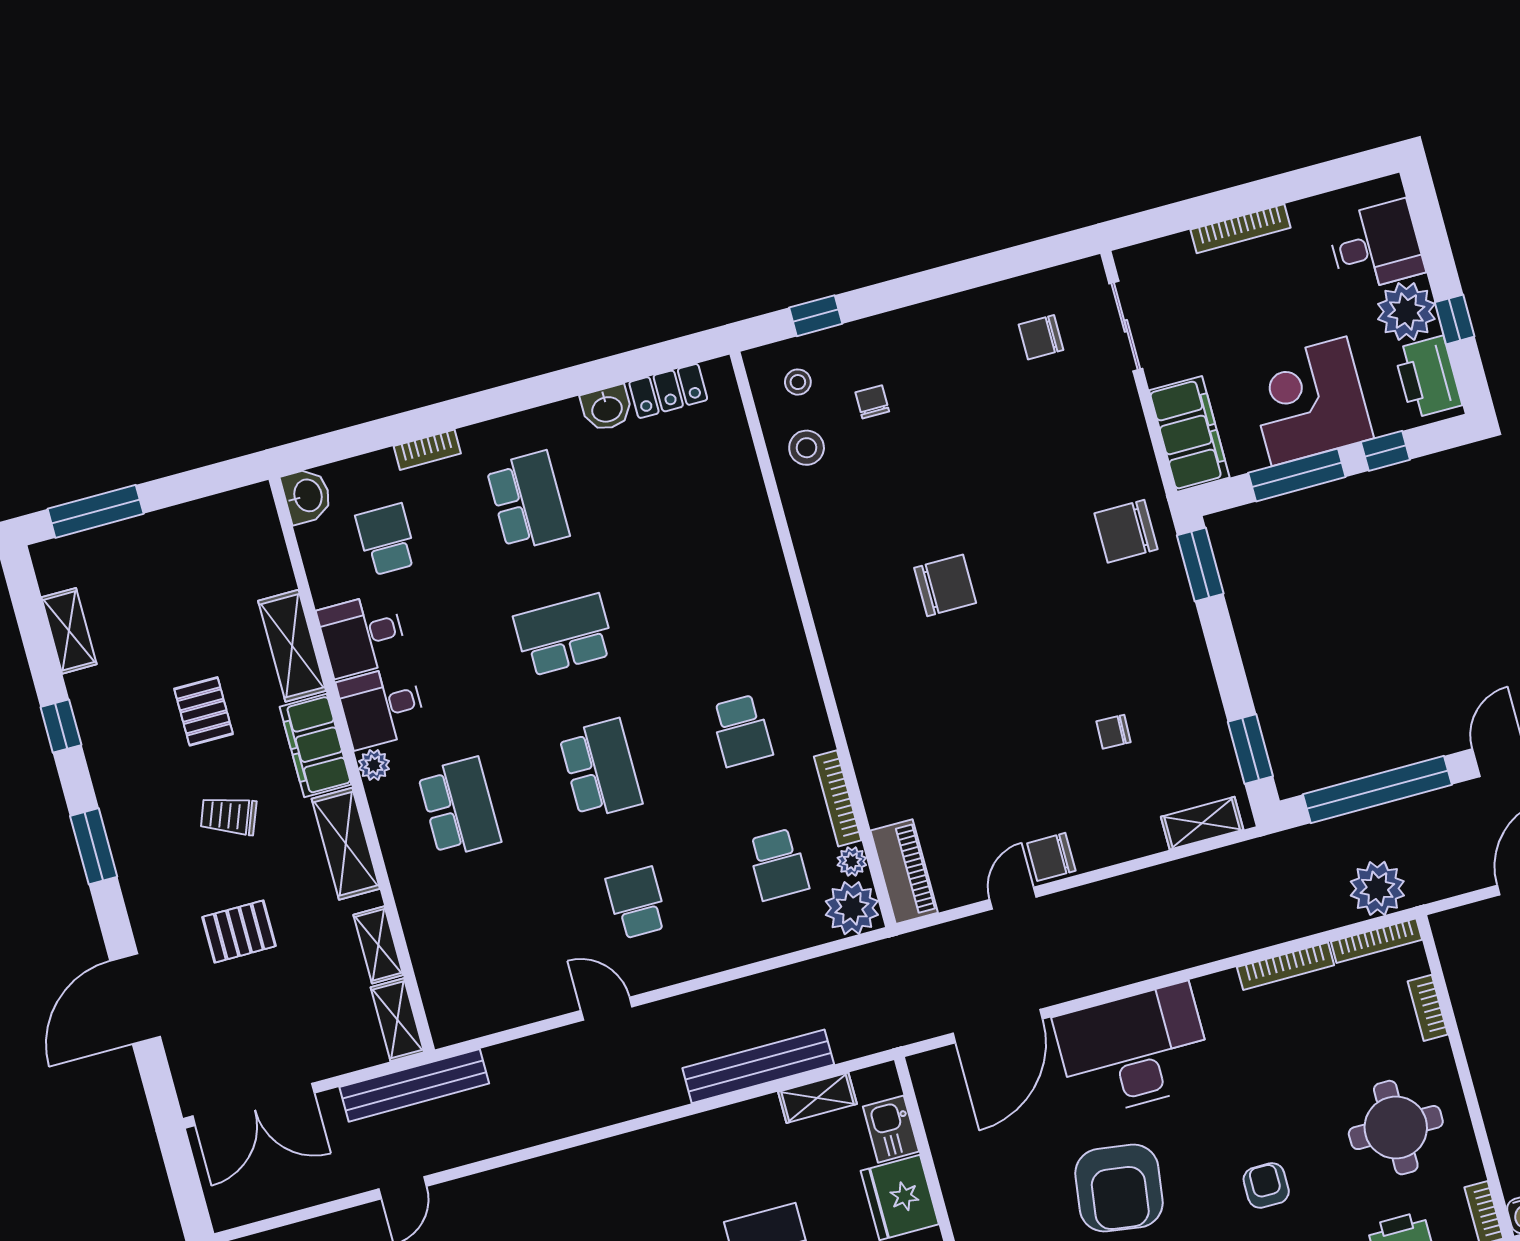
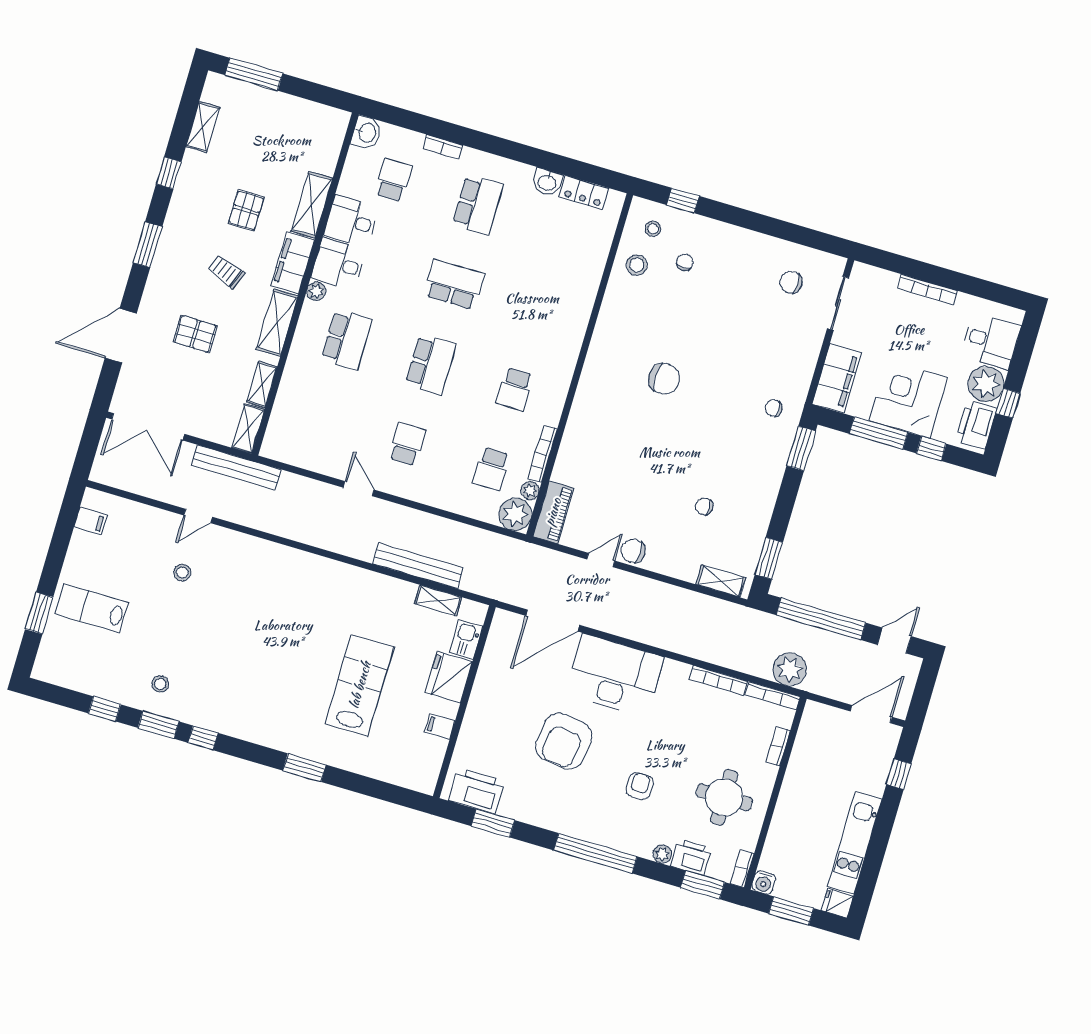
chair: (1126, 531) -> (774, 408), width x0.54, depth x0.54

